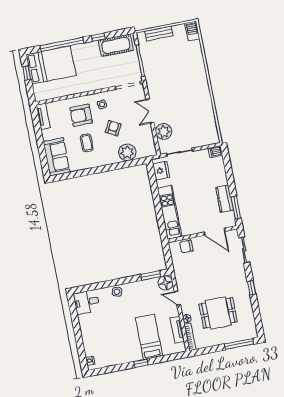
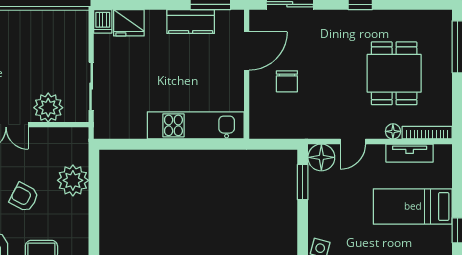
fridge: (161, 171) -> (129, 23), moved, turned 180
chair: (186, 246) -> (287, 81), moved

